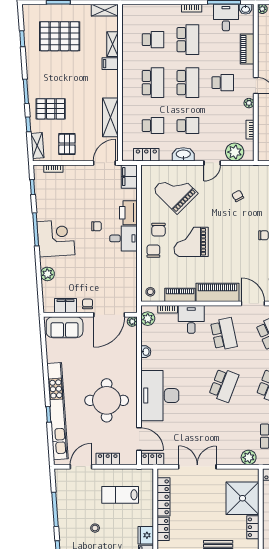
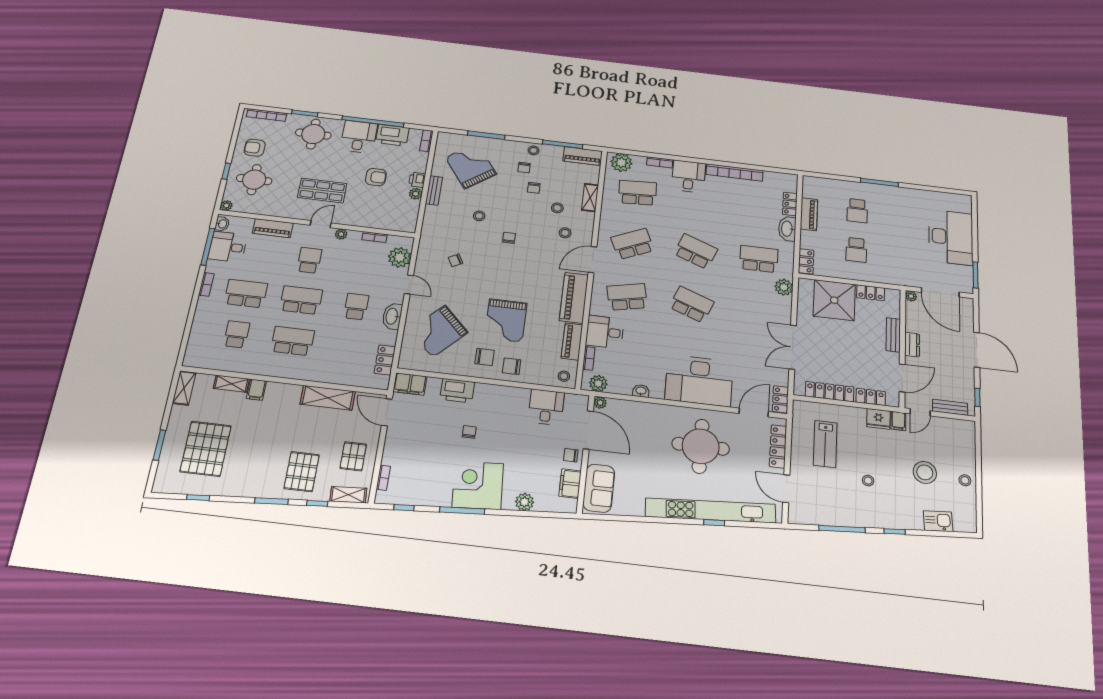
school desk: (153, 126) -> (348, 348), removed
pallet: (67, 144) -> (353, 456), turned 90
desk: (123, 238) -> (546, 407), moved
locker: (108, 459) -> (778, 446), width x1.53

